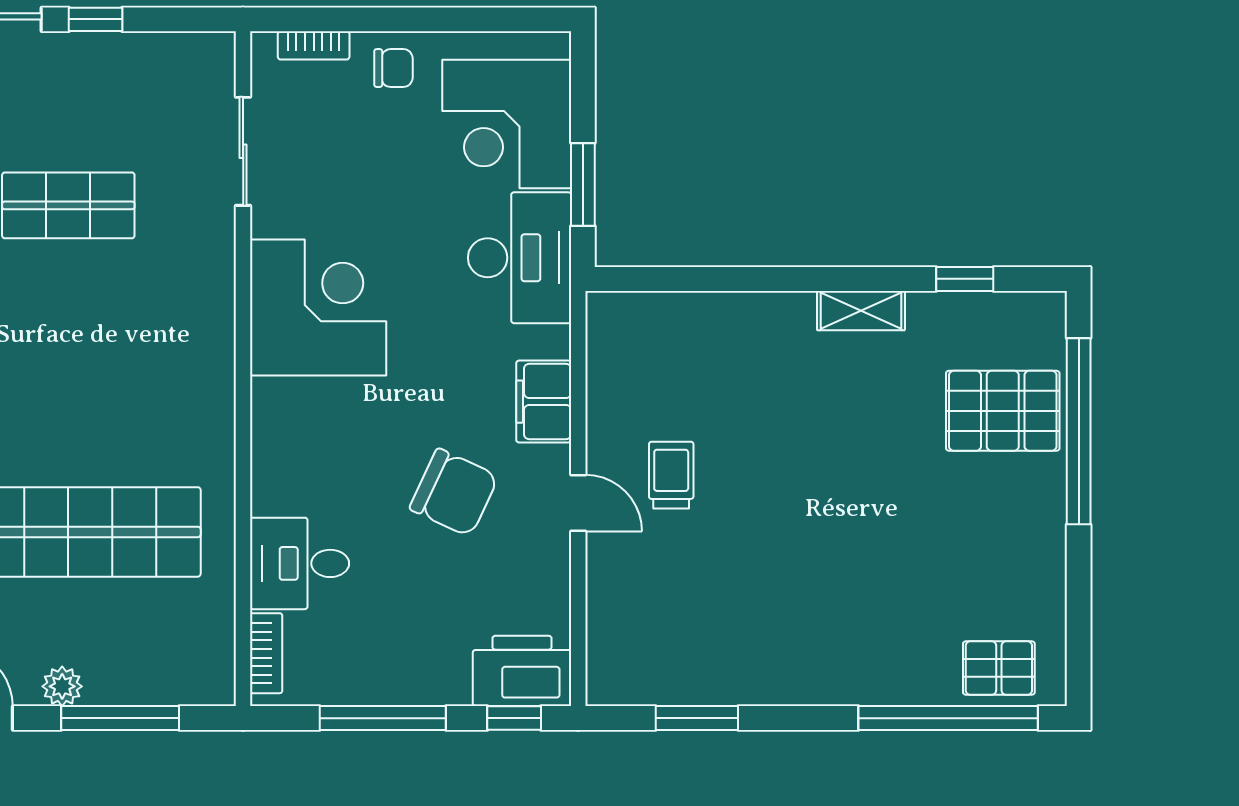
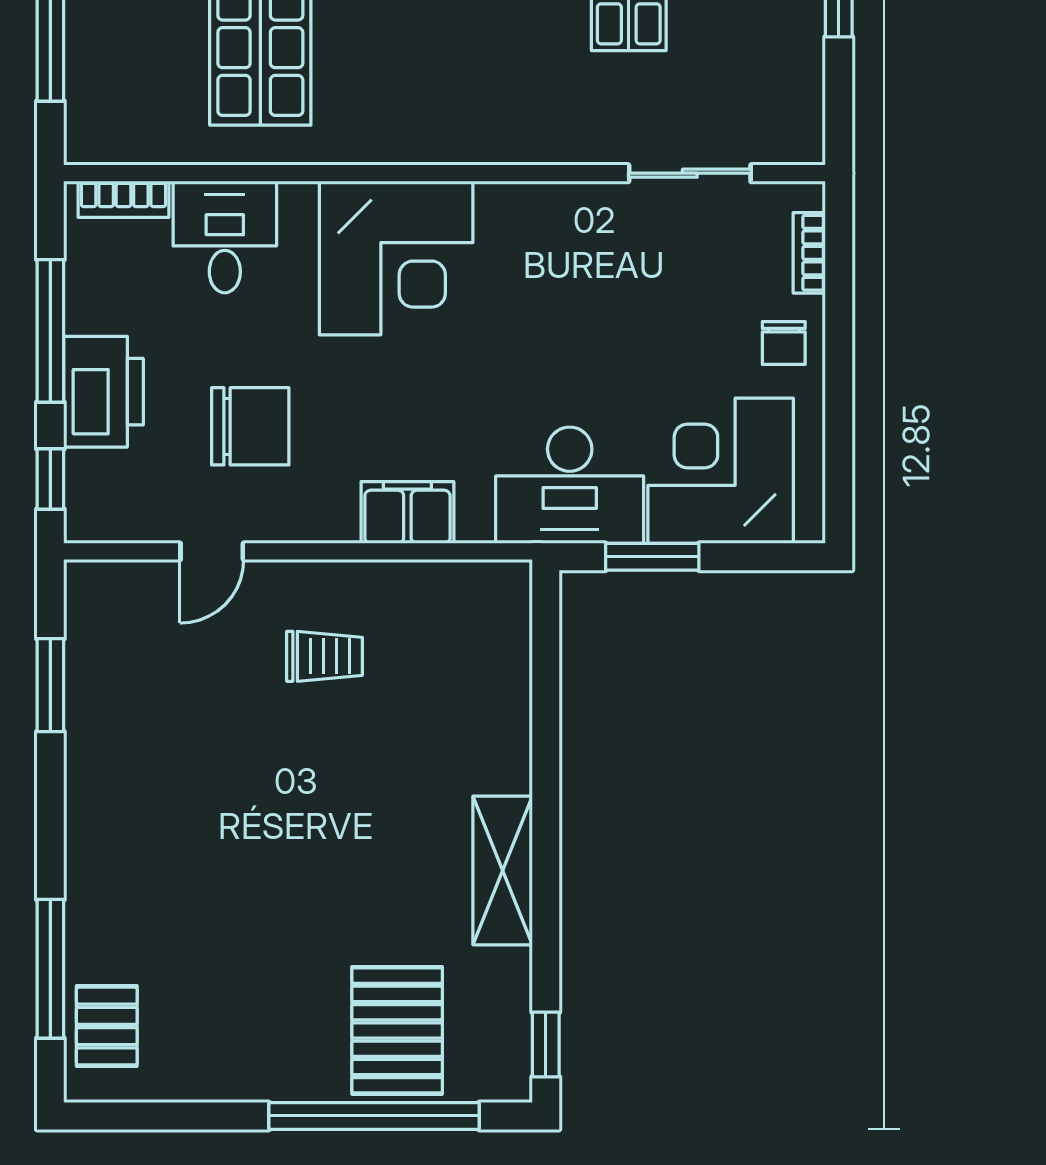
window: (965, 279) -> (546, 1044), moved
corner desk: (318, 308) -> (396, 258), moved
shelving: (861, 311) -> (503, 870), width x1.50, depth x1.33
chair: (454, 493) -> (250, 426), moved, turned -115
door: (578, 503) -> (212, 551), moved
printer: (522, 671) -> (103, 392), moved
window: (948, 718) -> (50, 969), width x0.68

